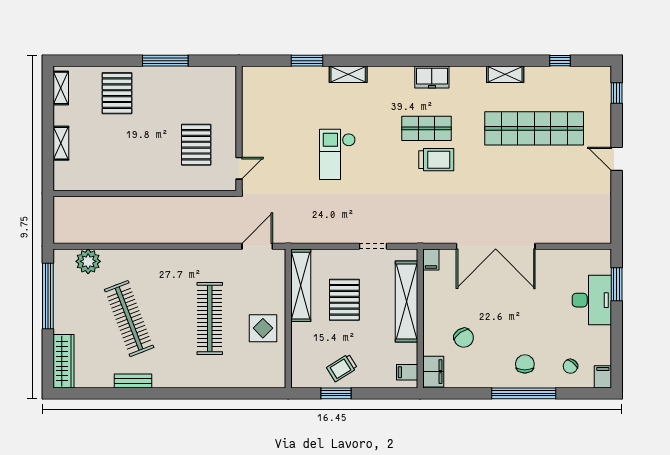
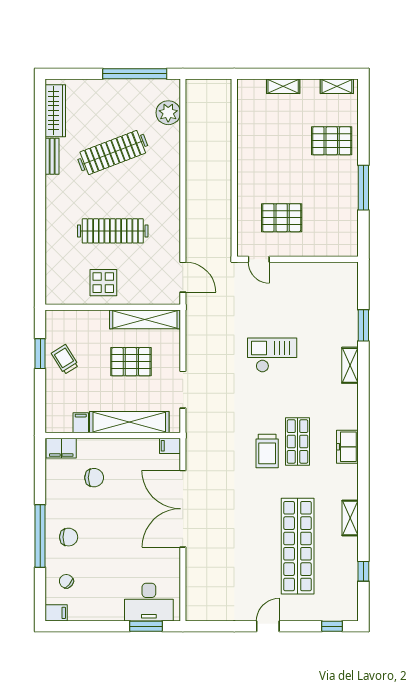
doorway: (373, 246) -> (183, 390), width x1.38
desk: (592, 300) -> (149, 602), moved
chair: (464, 338) -> (94, 478), turned -145
wardrobe: (64, 361) -> (55, 111), moved, turned -90
filing cabinet: (407, 372) -> (81, 423), moved

